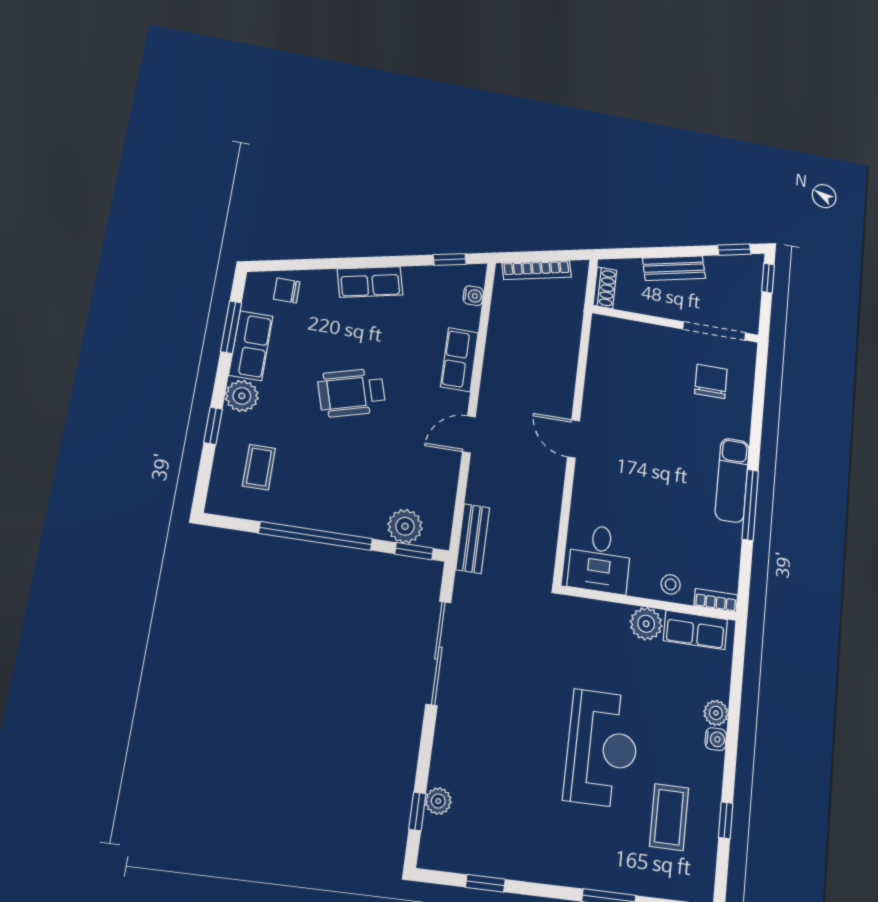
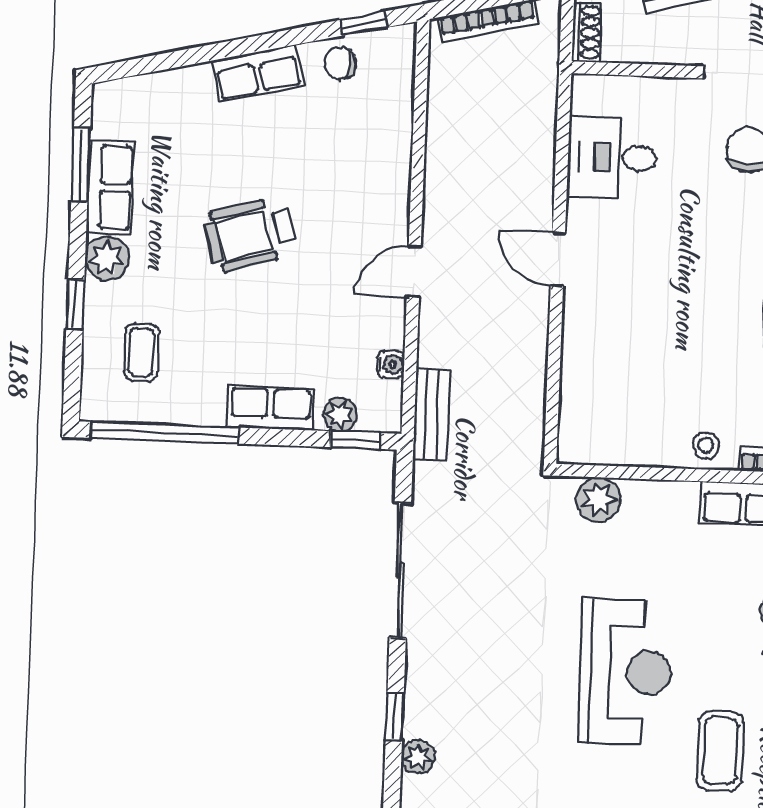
chair: (287, 291) -> (340, 63), moved
water cooler: (473, 296) -> (391, 364), moved
row of seats: (459, 360) -> (271, 408), moved, turned 90
plant: (405, 526) -> (340, 415), width x0.73, depth x0.73
window: (316, 536) -> (165, 433), moved
desk: (600, 559) -> (612, 158), moved, turned 90
plant: (646, 624) -> (598, 499), moved
window: (417, 811) -> (395, 717), moved

